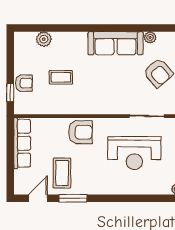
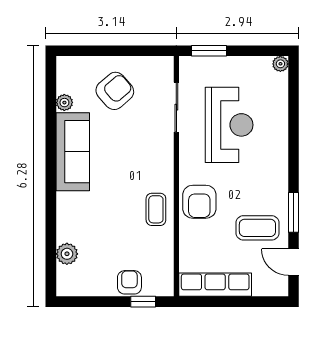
coffee table: (61, 77) -> (156, 209), moved
armchair: (80, 132) -> (199, 202), turned 180

